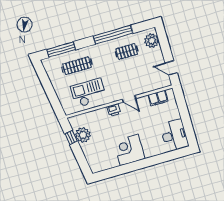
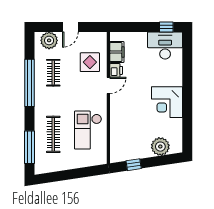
door: (171, 68) -> (70, 27), moved
display table: (144, 79) -> (90, 62), added
printer: (114, 110) -> (116, 70), moved
window: (190, 132) -> (166, 27), added
plant: (83, 135) -> (160, 147), moved

